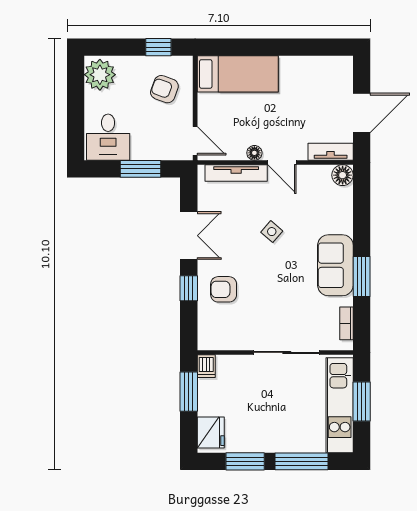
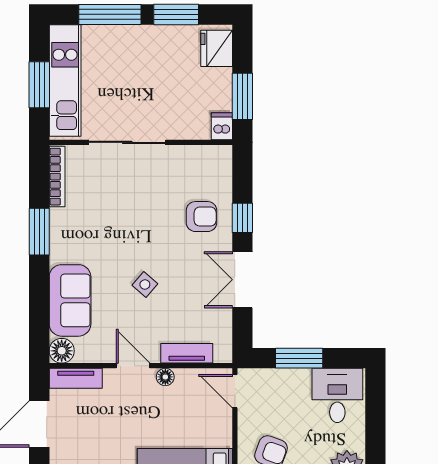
tv unit: (236, 173) -> (187, 353), width x0.71
sofa: (335, 265) -> (70, 300), moved
bookcase: (346, 323) -> (57, 177), width x1.56

